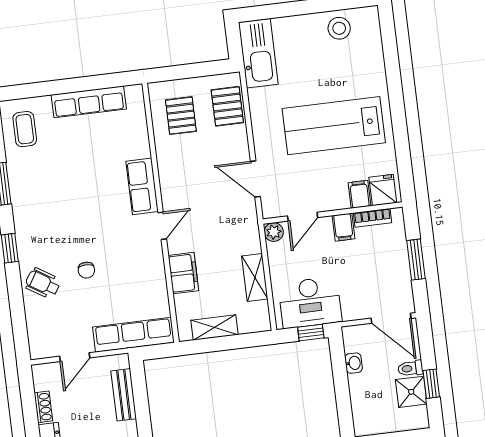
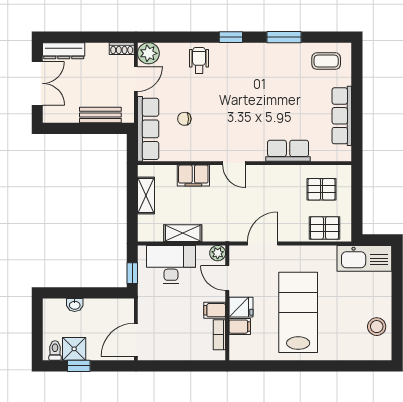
row of seats: (142, 186) -> (288, 151), moved
fridge: (383, 190) -> (241, 307), moved
window: (416, 260) -> (181, 366), removed
chair: (86, 270) -> (184, 119), moved
wheelchair: (43, 283) -> (199, 60), turned -32
desk: (310, 302) -> (171, 264), moved, turned 90
plant: (42, 346) -> (148, 53), added
door: (75, 357) -> (136, 79), swing flipped
washbasin: (354, 363) -> (75, 305), moved
toilet: (410, 368) -> (55, 351), moved
shoe rack: (43, 407) -> (122, 49), moved

